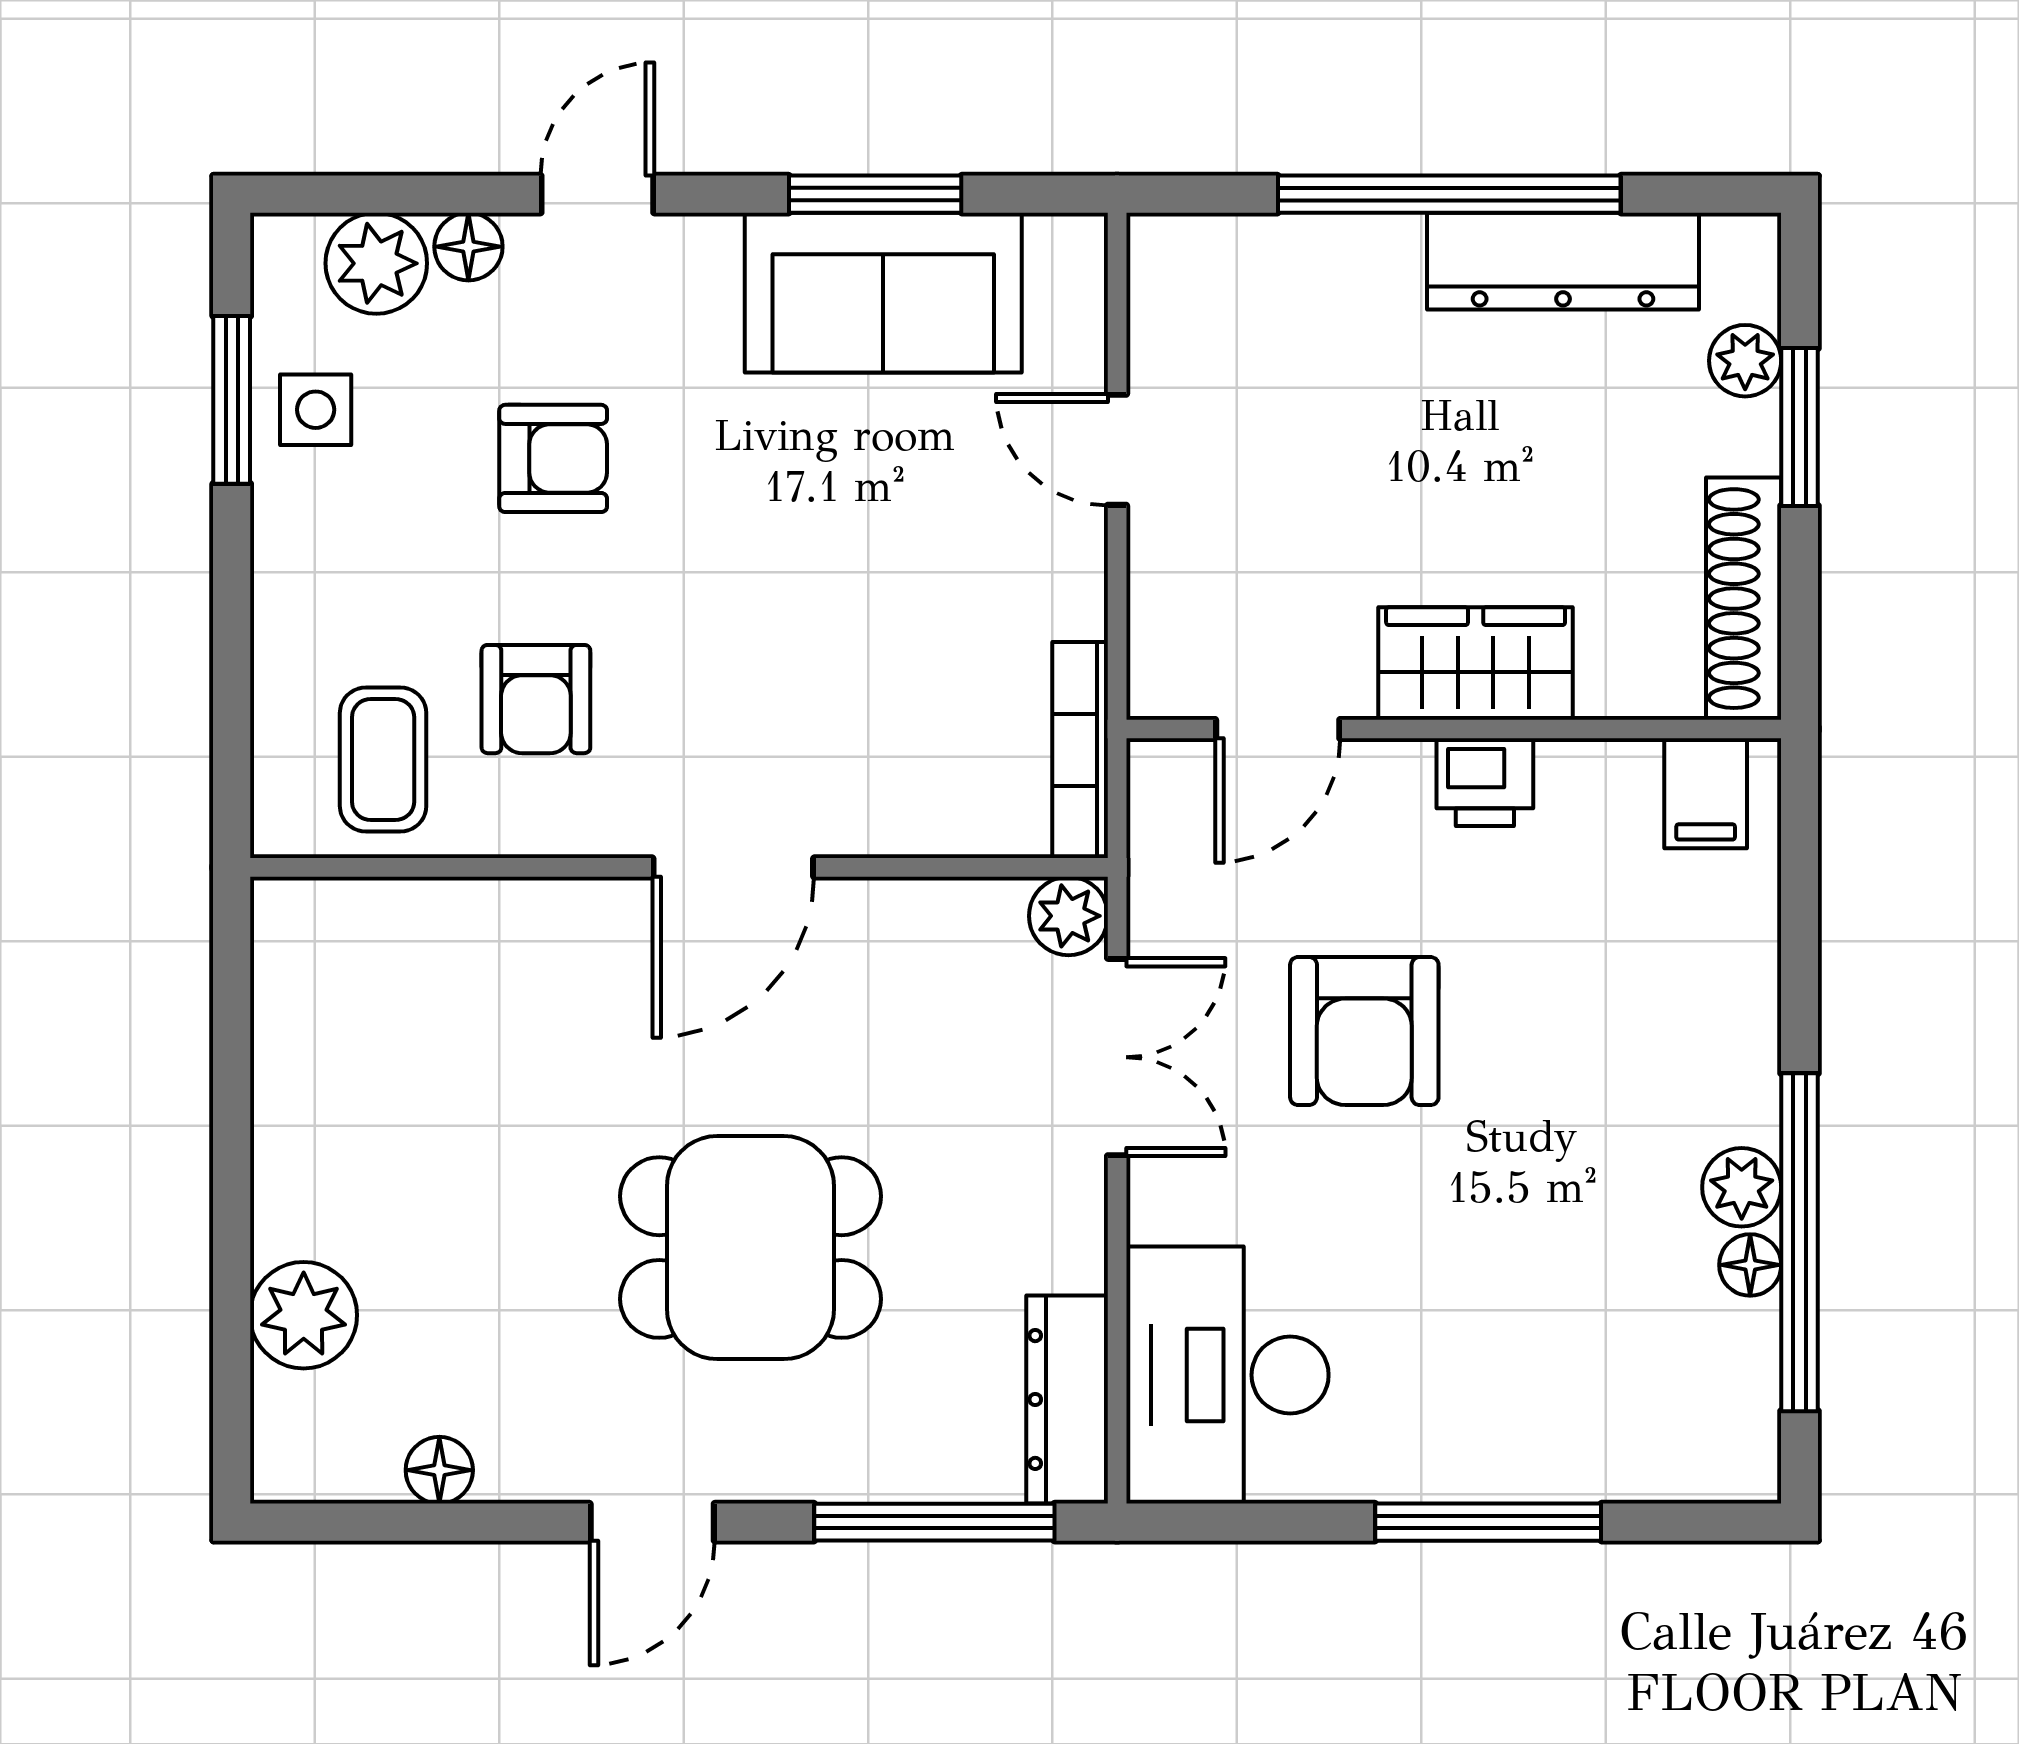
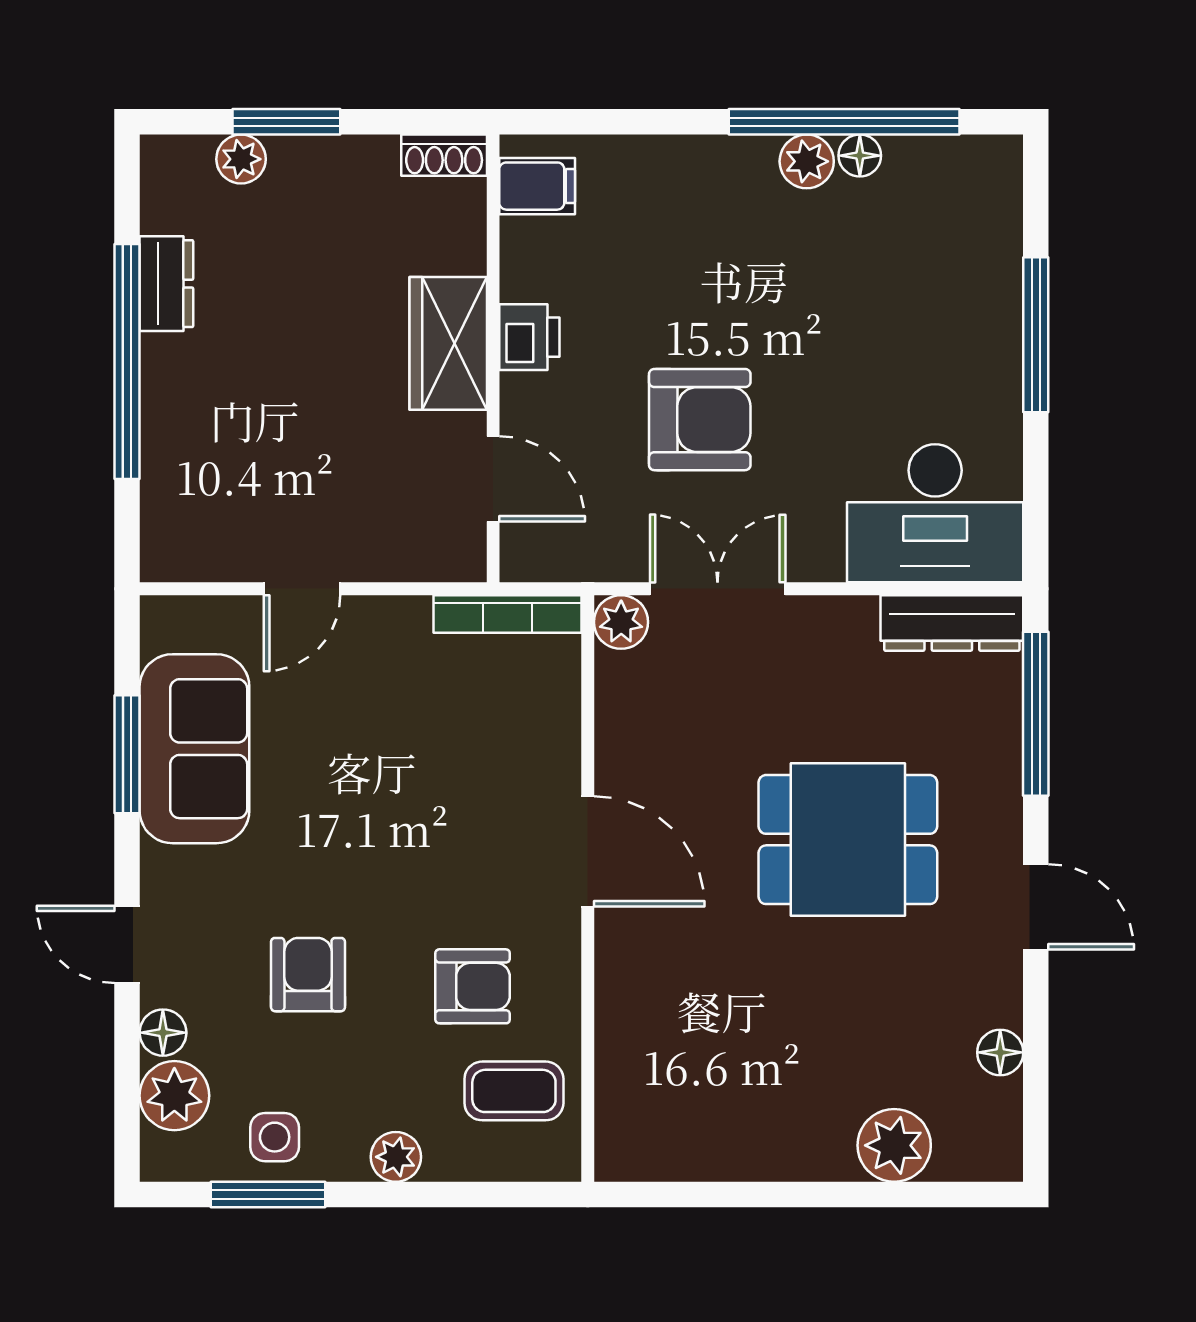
dresser: (1563, 261) -> (166, 284), width x0.51, depth x0.80
plant: (287, 587) -> (396, 1157), added
shoe rack: (1744, 599) -> (444, 155), width x0.51, depth x0.81
dining table: (750, 1248) -> (848, 840), turned 90

